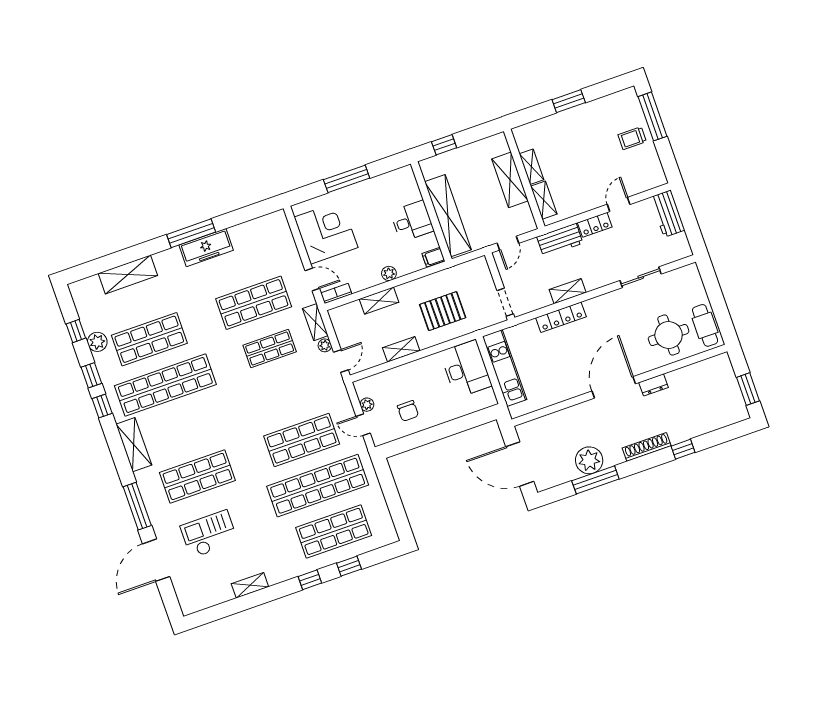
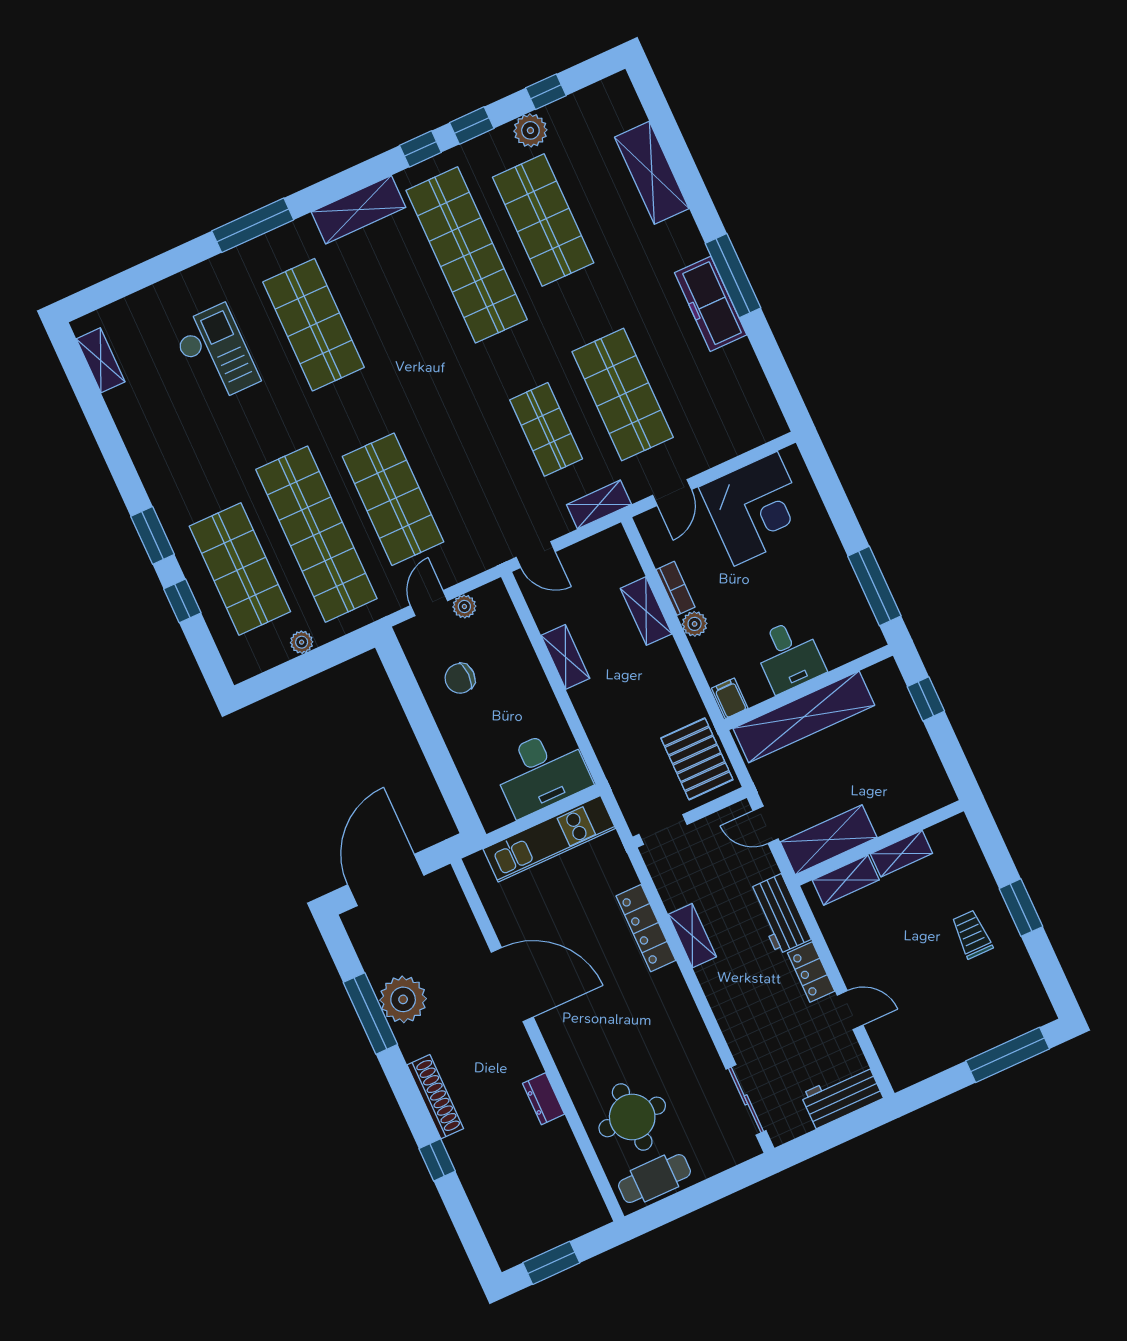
trolley: (632, 138) -> (972, 934), moved
window: (347, 179) -> (874, 586), moved
shelving: (510, 180) -> (829, 840), moved
sliding door: (641, 277) -> (746, 1100), moved
bookcase: (336, 293) -> (676, 588), moved
pallet: (443, 311) -> (697, 759), moved
plant: (325, 345) -> (302, 642), moved
door: (614, 387) -> (512, 985), moved
door: (156, 560) -> (162, 267), removed
window: (310, 580) -> (153, 535), width x1.50
shelving: (250, 585) -> (101, 360), moved

